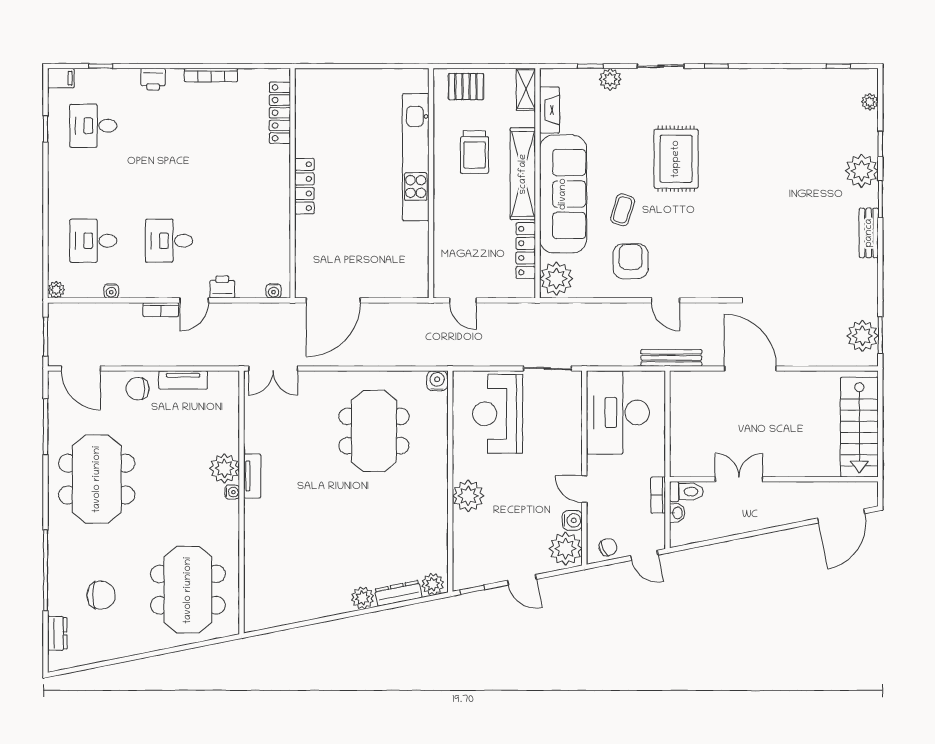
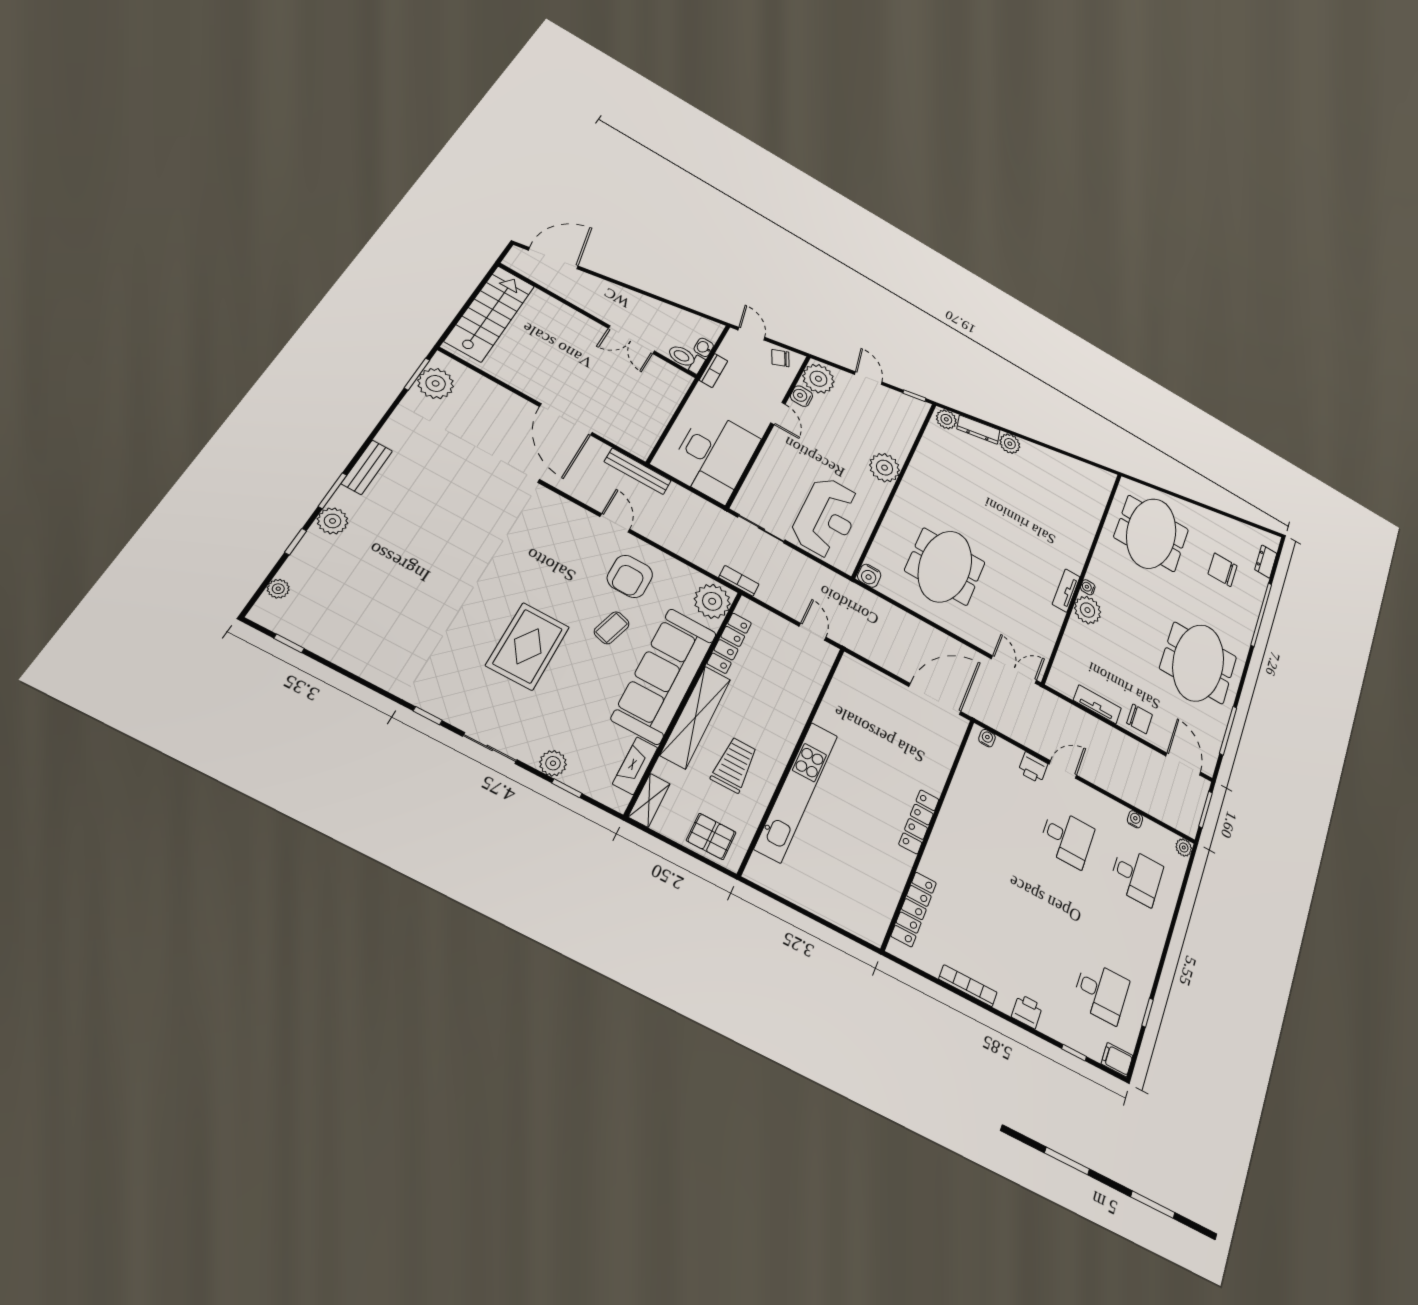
plant: (862, 171) -> (333, 521), width x0.73, depth x0.73
bookcase: (161, 310) -> (739, 581), moved

